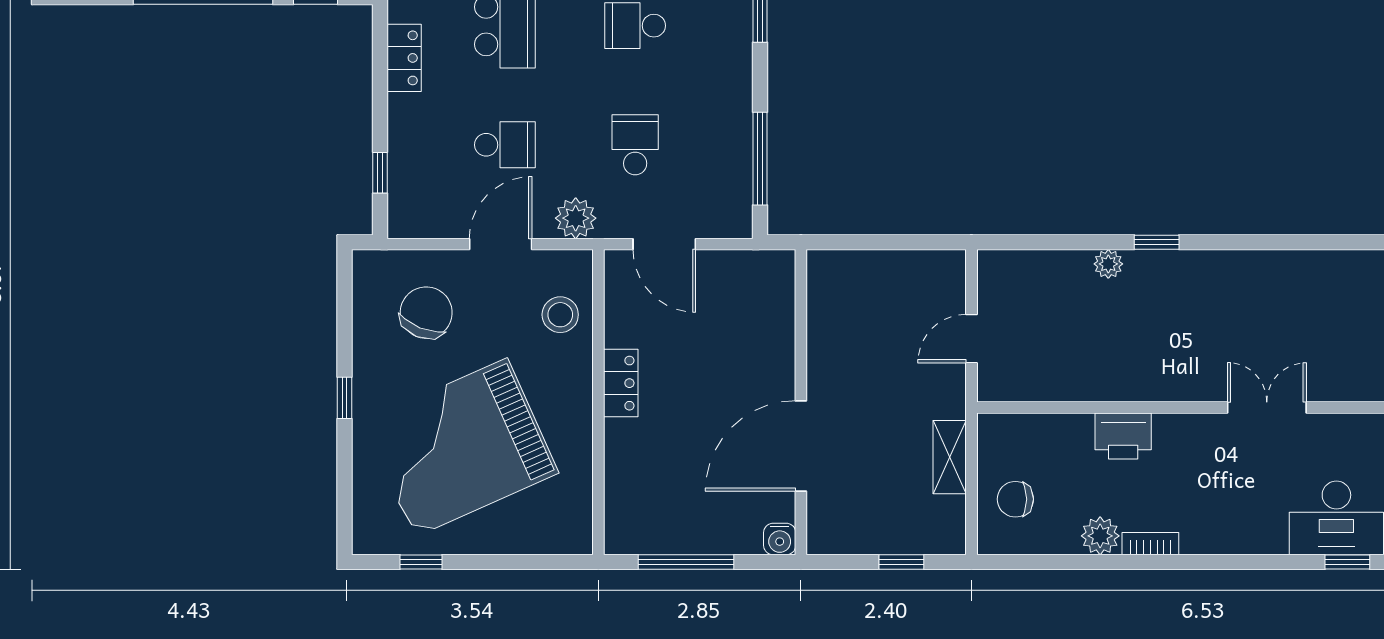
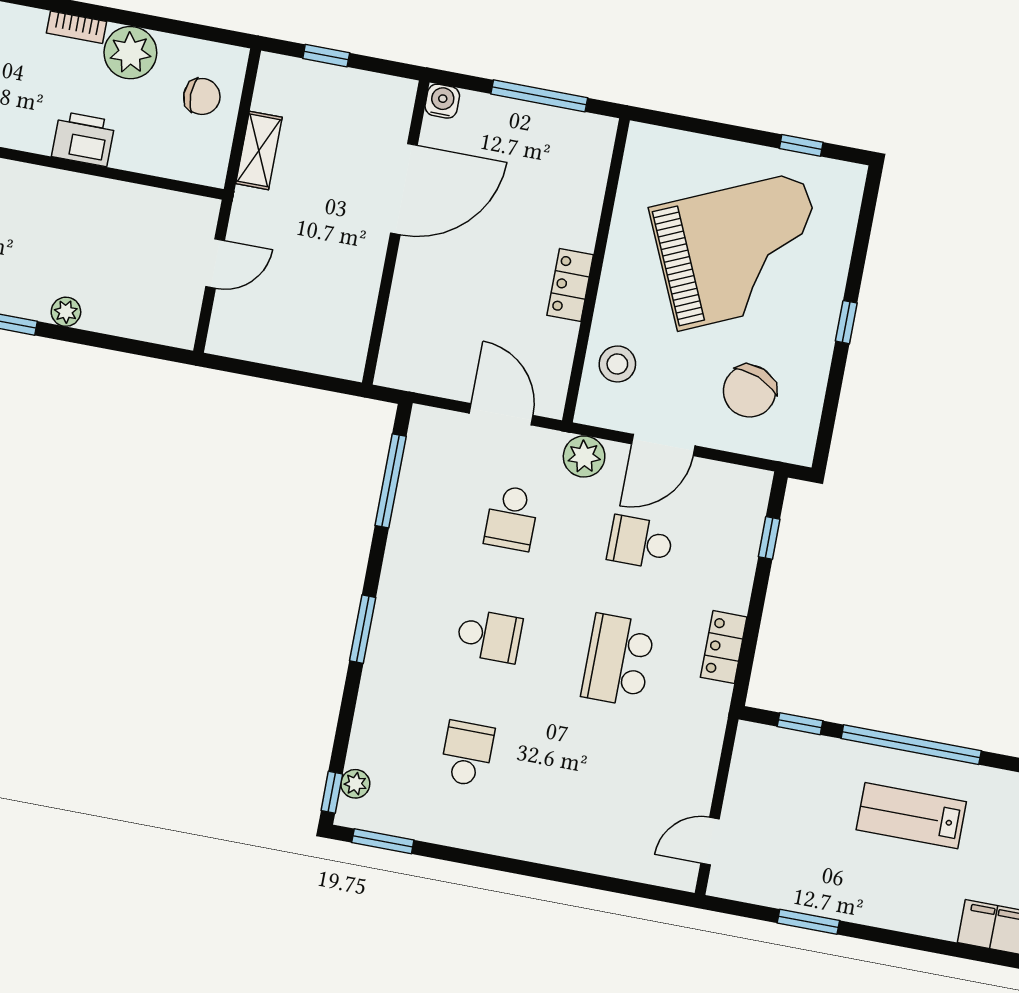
plant: (1100, 536) -> (130, 53), width x1.36, depth x1.36

